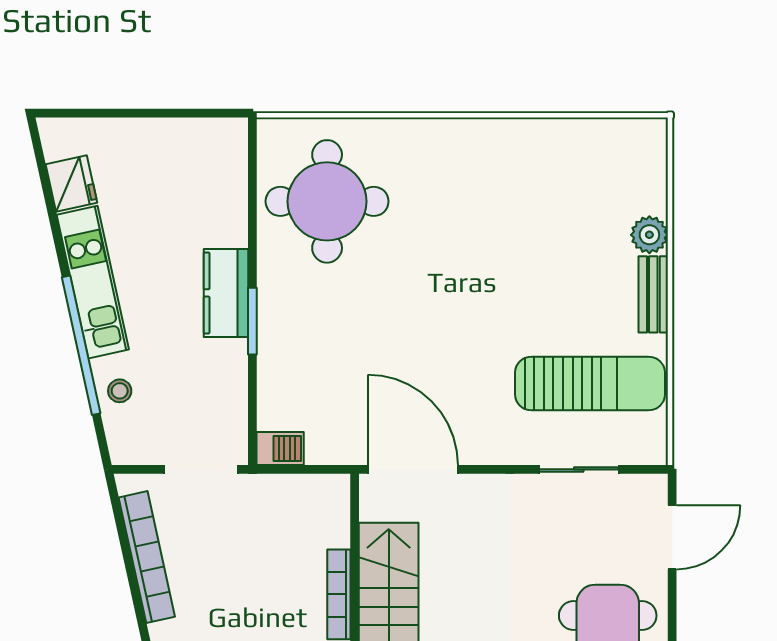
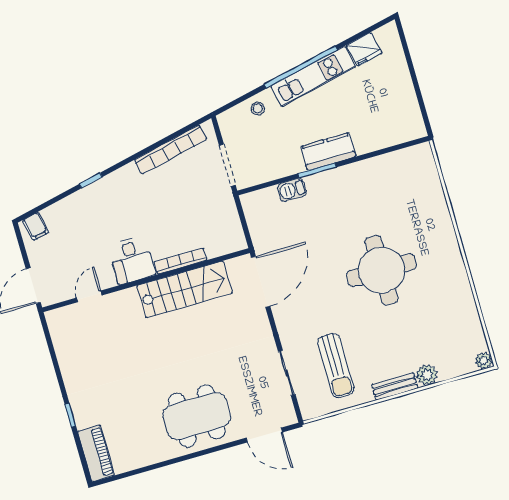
plant: (653, 132) -> (484, 361), added
round table: (327, 201) -> (382, 270), moved
window: (81, 345) -> (301, 67), moved
sun lounger: (590, 383) -> (336, 366), width x0.73, depth x0.75
barbecue: (280, 449) -> (292, 190), moved, turned 90

